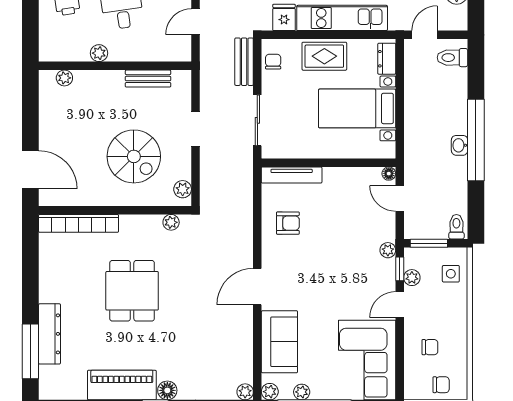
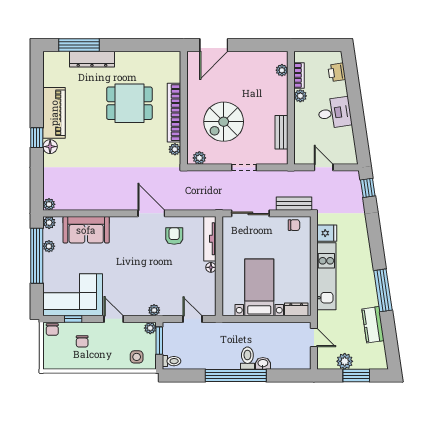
bookcase: (71, 55) -> (299, 75), added
rug: (324, 56) -> (298, 263), removed
toilet: (452, 58) -> (247, 358), moved
washbasin: (460, 145) -> (263, 363), moved
floor lamp: (389, 174) -> (211, 267), moved
door: (400, 198) -> (192, 319), hinge flipped
bookcase: (79, 223) -> (174, 113), moved
armchair: (288, 223) -> (174, 236), turned 180
window: (400, 269) -> (73, 319), moved
plant: (412, 278) -> (150, 328), moved
door: (257, 287) -> (151, 213), moved
dining table: (132, 291) -> (129, 103), moved
chair: (441, 385) -> (52, 330), moved

